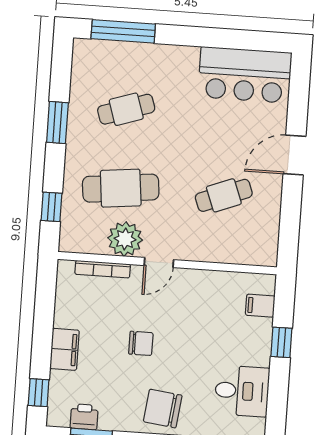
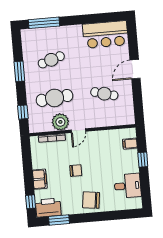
cafe table: (224, 195) -> (104, 94), turned 36
printer: (84, 417) -> (48, 208), width x1.87, depth x1.48

